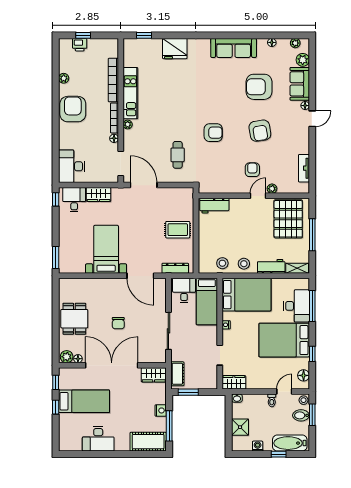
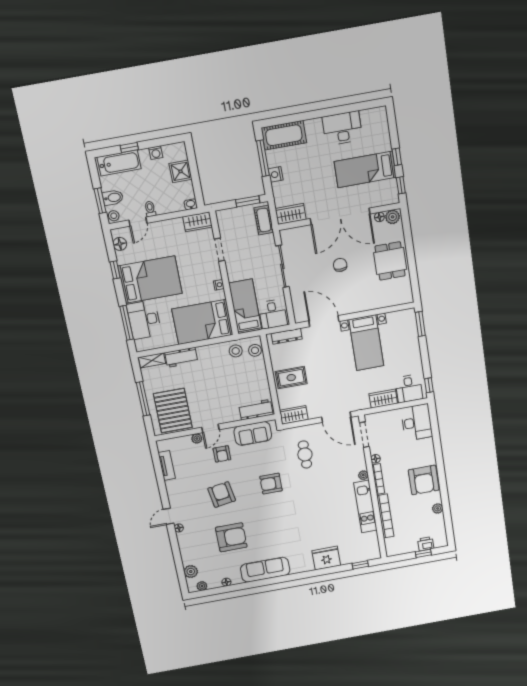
sofa: (300, 84) -> (253, 434), moved, turned 90
wardrobe: (181, 194) -> (294, 415), added
stool: (244, 264) -> (255, 350), moved

